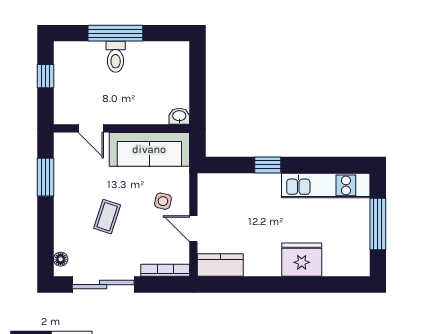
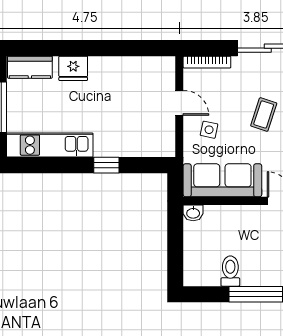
toilet: (116, 57) -> (230, 271), moved
fridge: (302, 260) -> (73, 68), width x0.73, depth x0.75
kitchen counter: (220, 265) -> (30, 67), moved

